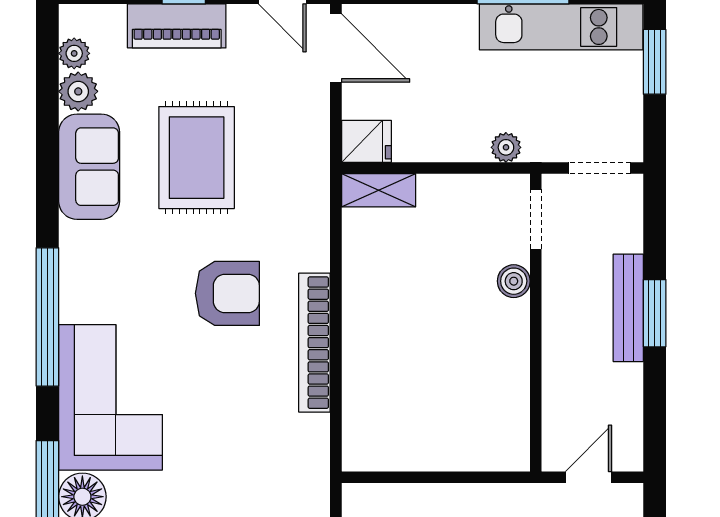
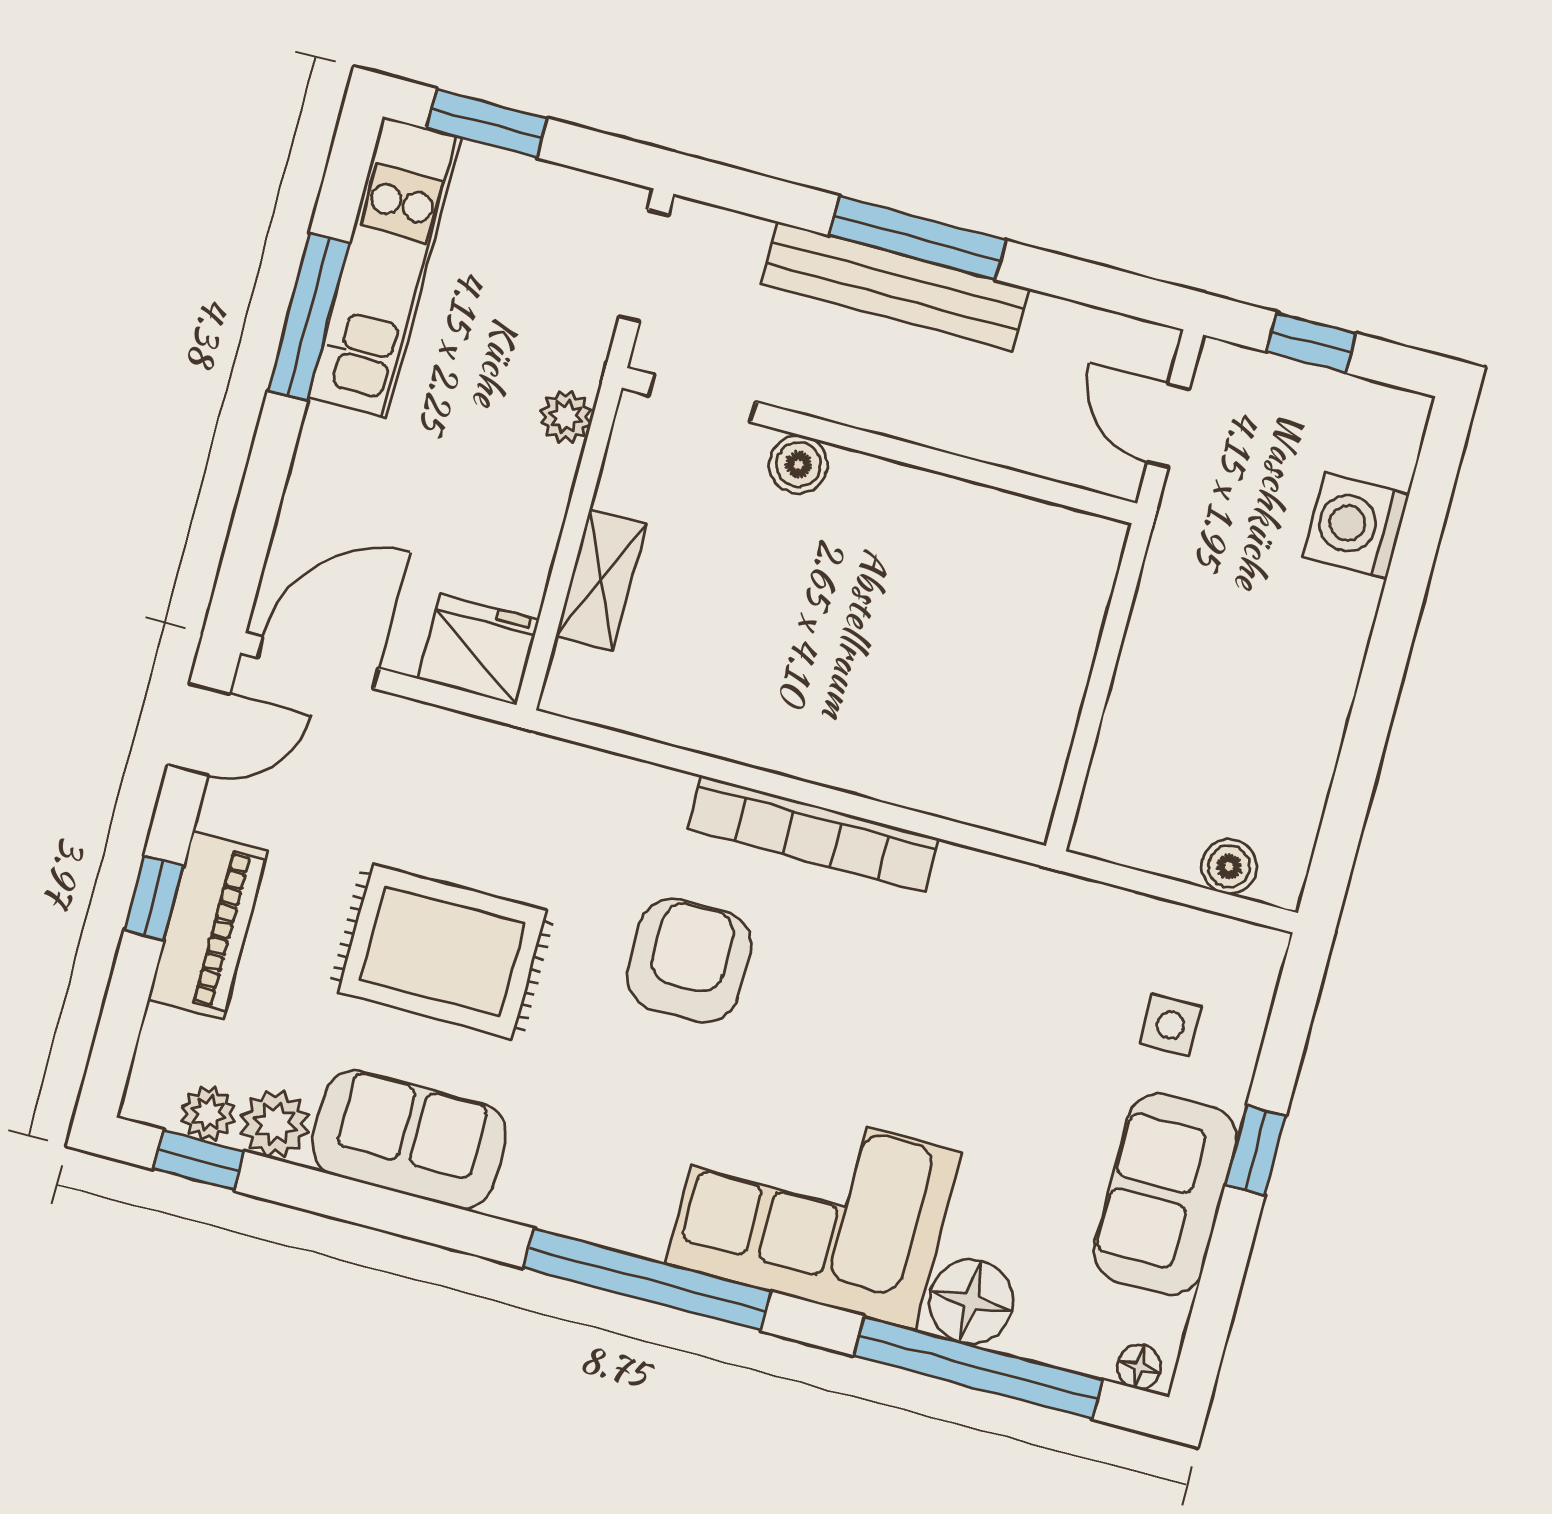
window: (47, 55) -> (199, 1160), added
fridge: (366, 141) -> (478, 649), width x1.38
shelving: (379, 190) -> (601, 580), moved
bench: (628, 308) -> (895, 286), width x1.37, depth x1.21
window: (655, 313) -> (918, 238), width x1.44

